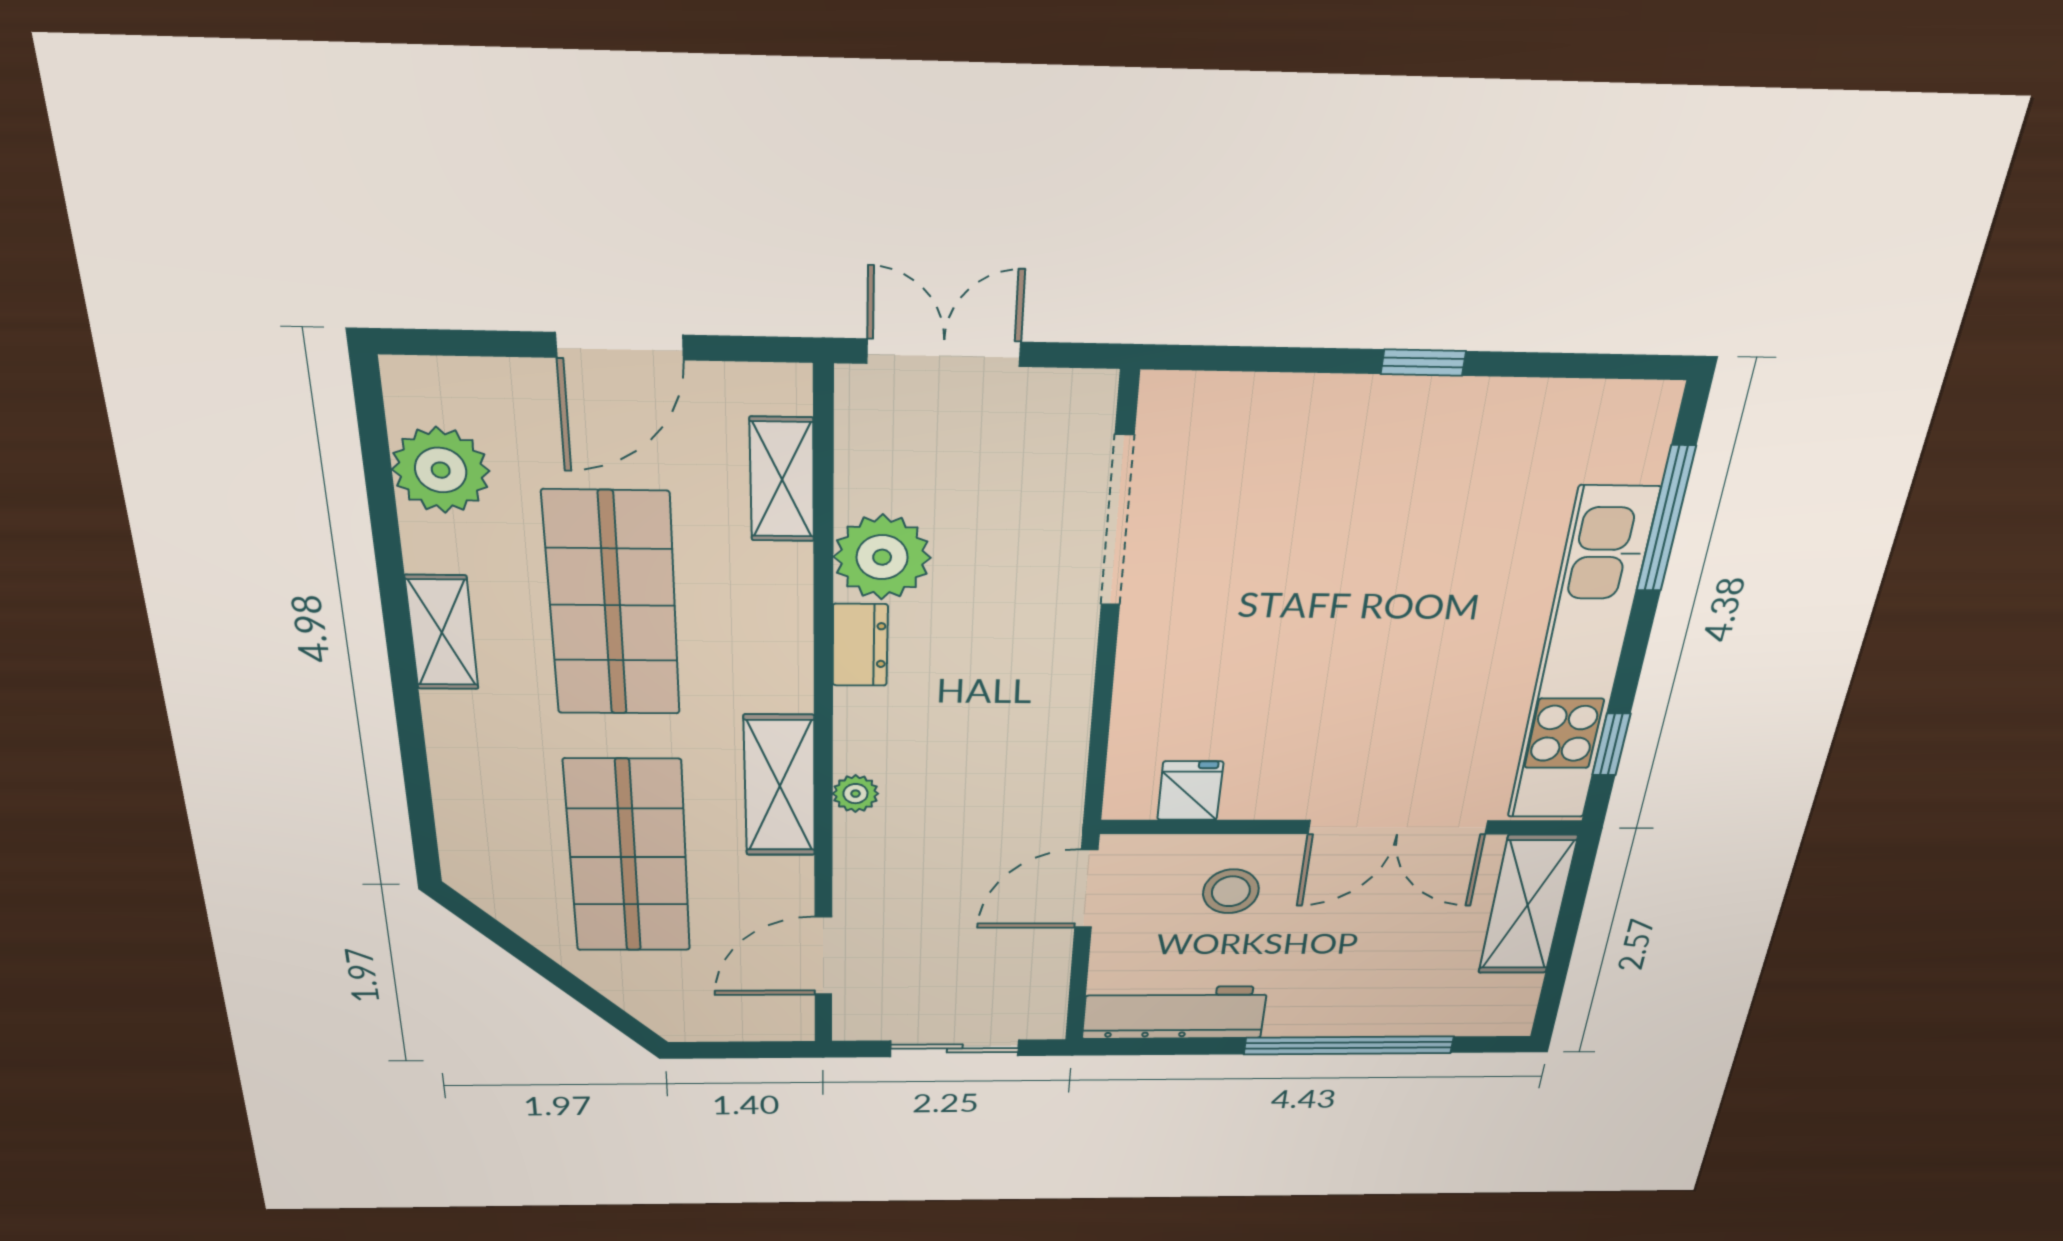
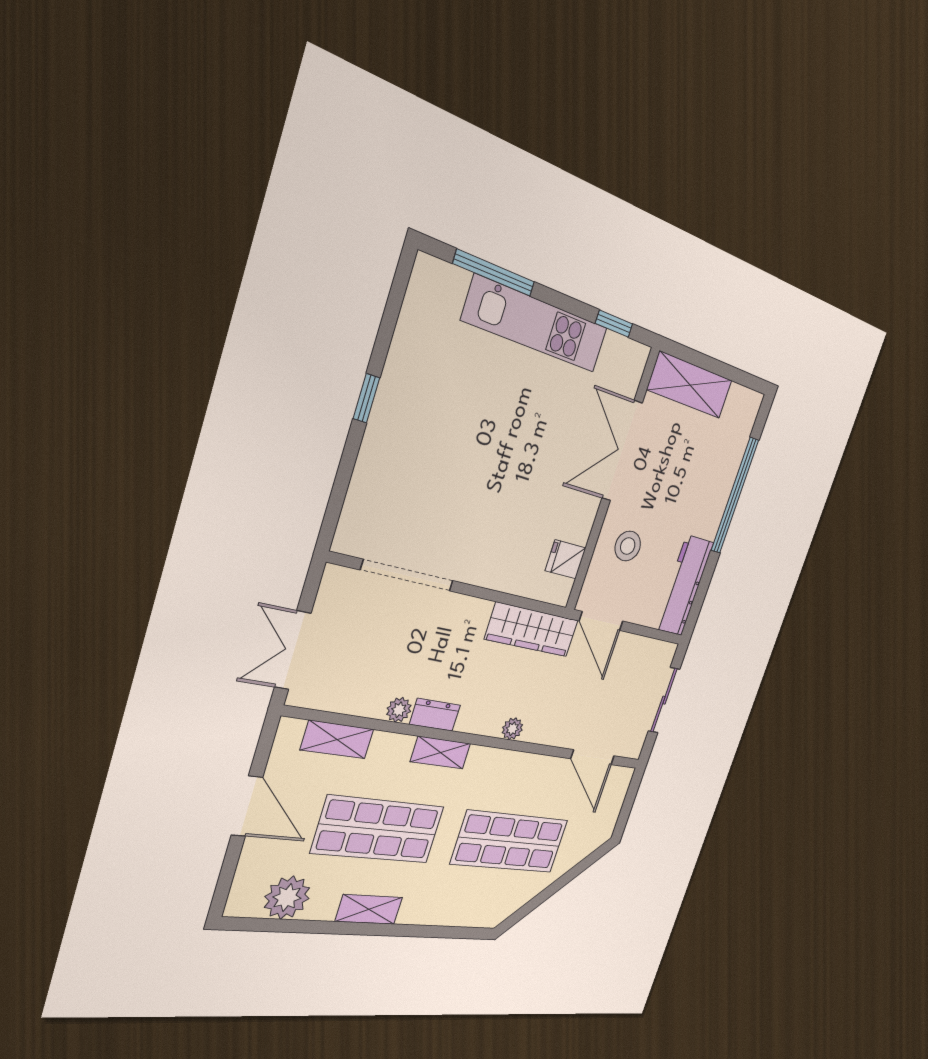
plant: (882, 557) -> (399, 710), width x0.53, depth x0.53
kitchen unit: (1581, 659) -> (536, 324), width x0.73
wardrobe: (1051, 771) -> (532, 630), added
shelving: (780, 786) -> (441, 753), moved, width x0.67, depth x0.75
double door: (1398, 827) -> (622, 451), swing flipped

